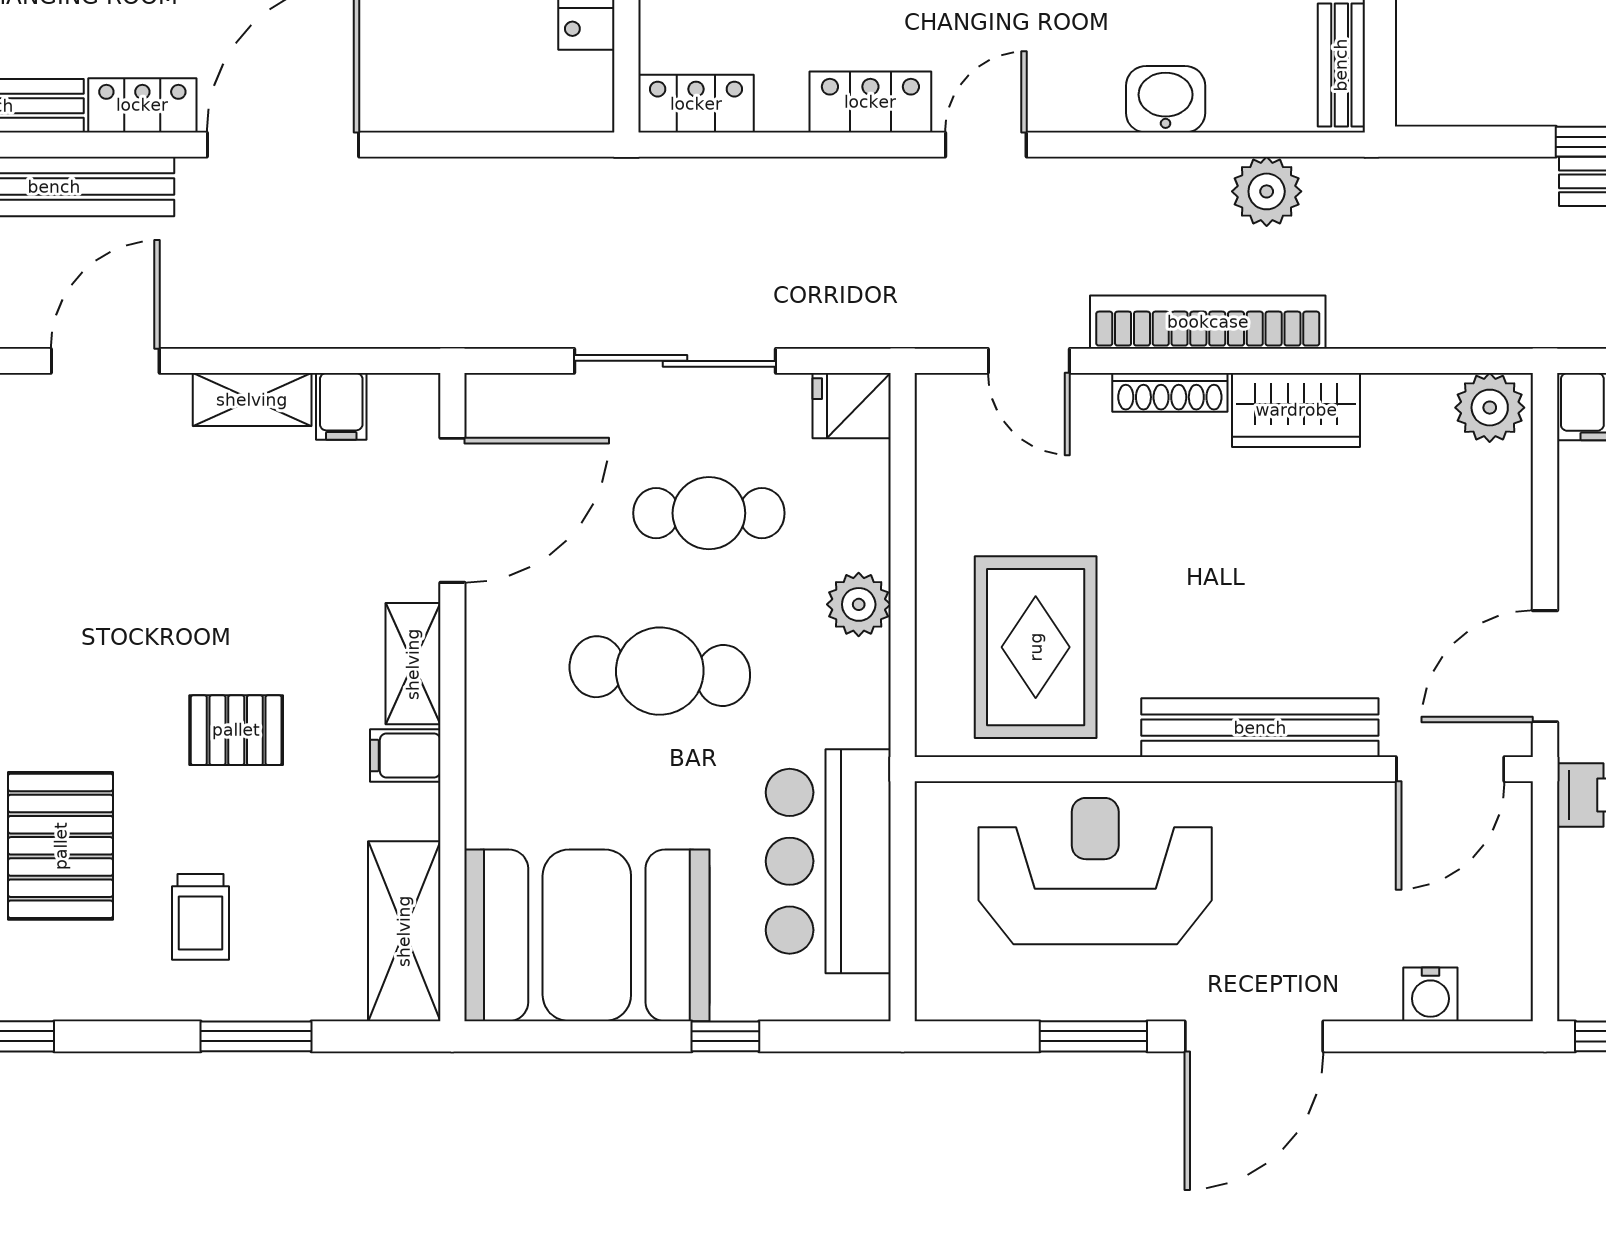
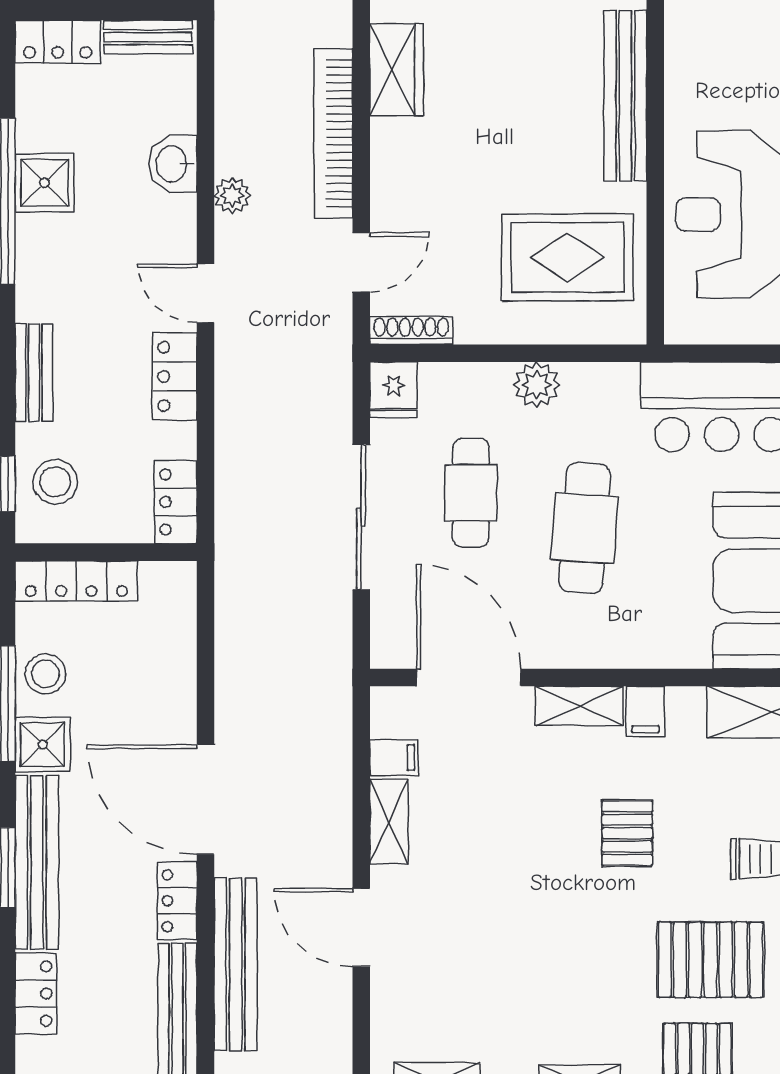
plant: (1267, 191) -> (232, 196), moved, width x0.73, depth x0.73
shoe rack: (1170, 392) -> (411, 330), moved, turned -90

